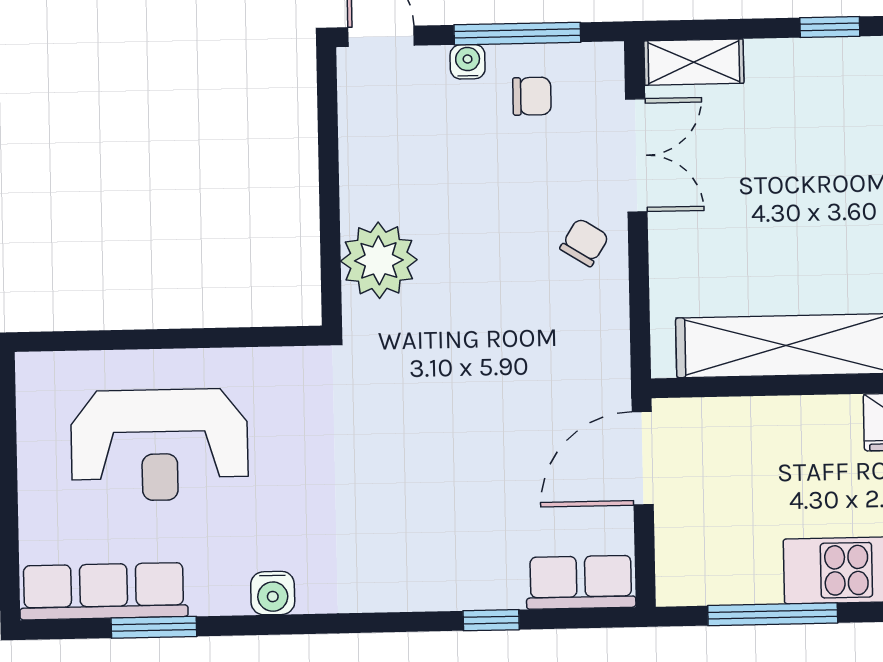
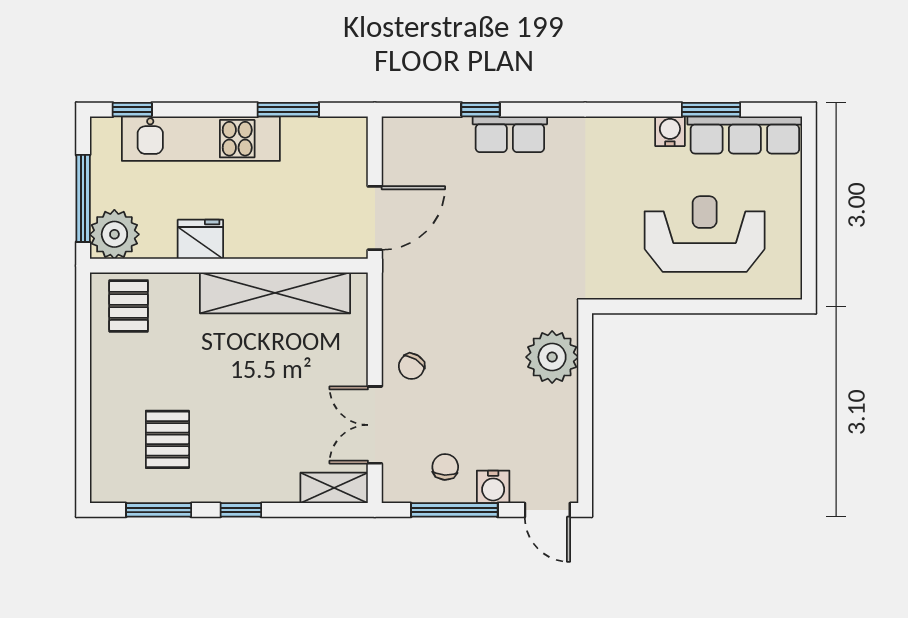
water cooler: (468, 62) -> (493, 487), width x1.38, depth x1.38
chair: (532, 96) -> (445, 467), turned 93
row of seats: (581, 582) -> (510, 134), moved
water cooler: (273, 593) -> (670, 131), moved
window: (773, 614) -> (288, 110), width x0.69

